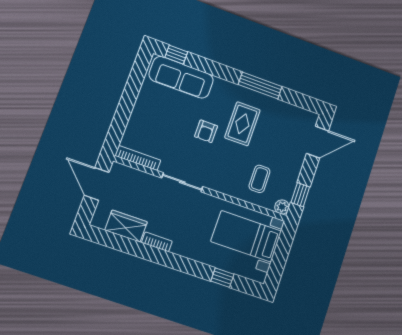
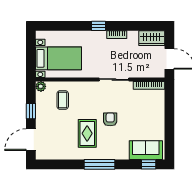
sofa: (181, 77) -> (146, 150), width x0.73
window: (260, 86) -> (100, 164), moved
window: (300, 195) -> (31, 111), moved
wardrobe: (126, 226) -> (152, 38), moved
window: (222, 278) -> (98, 26), moved

